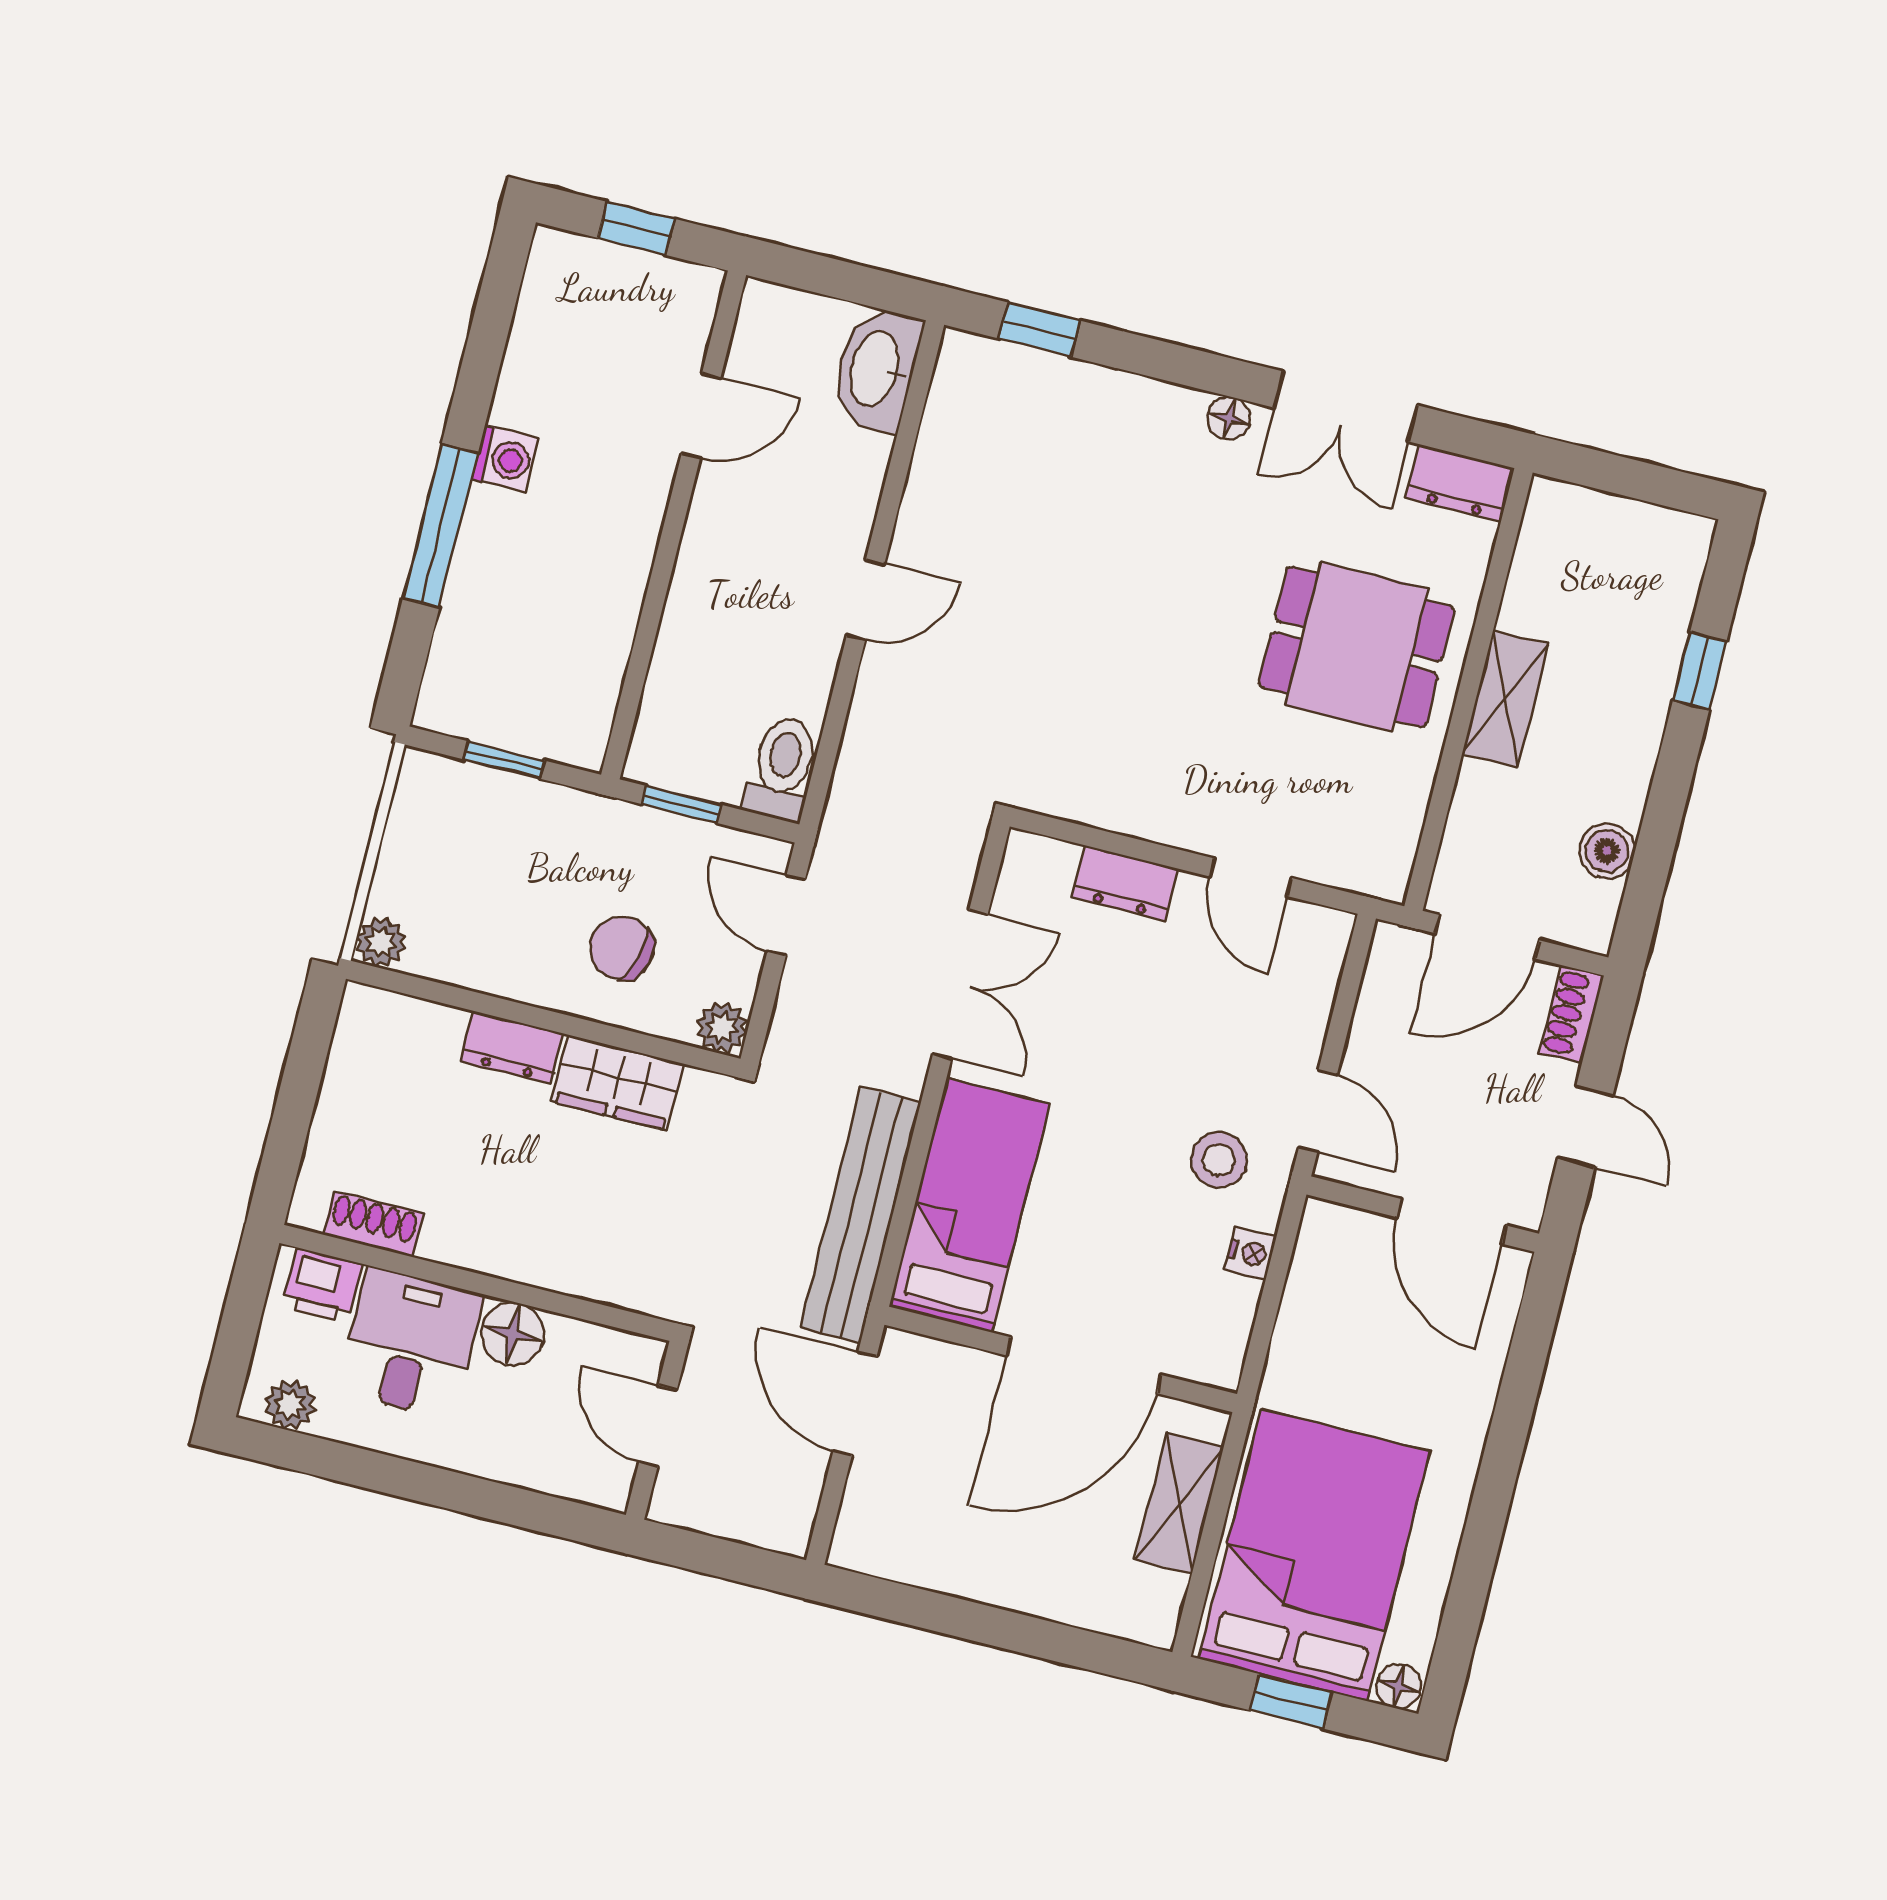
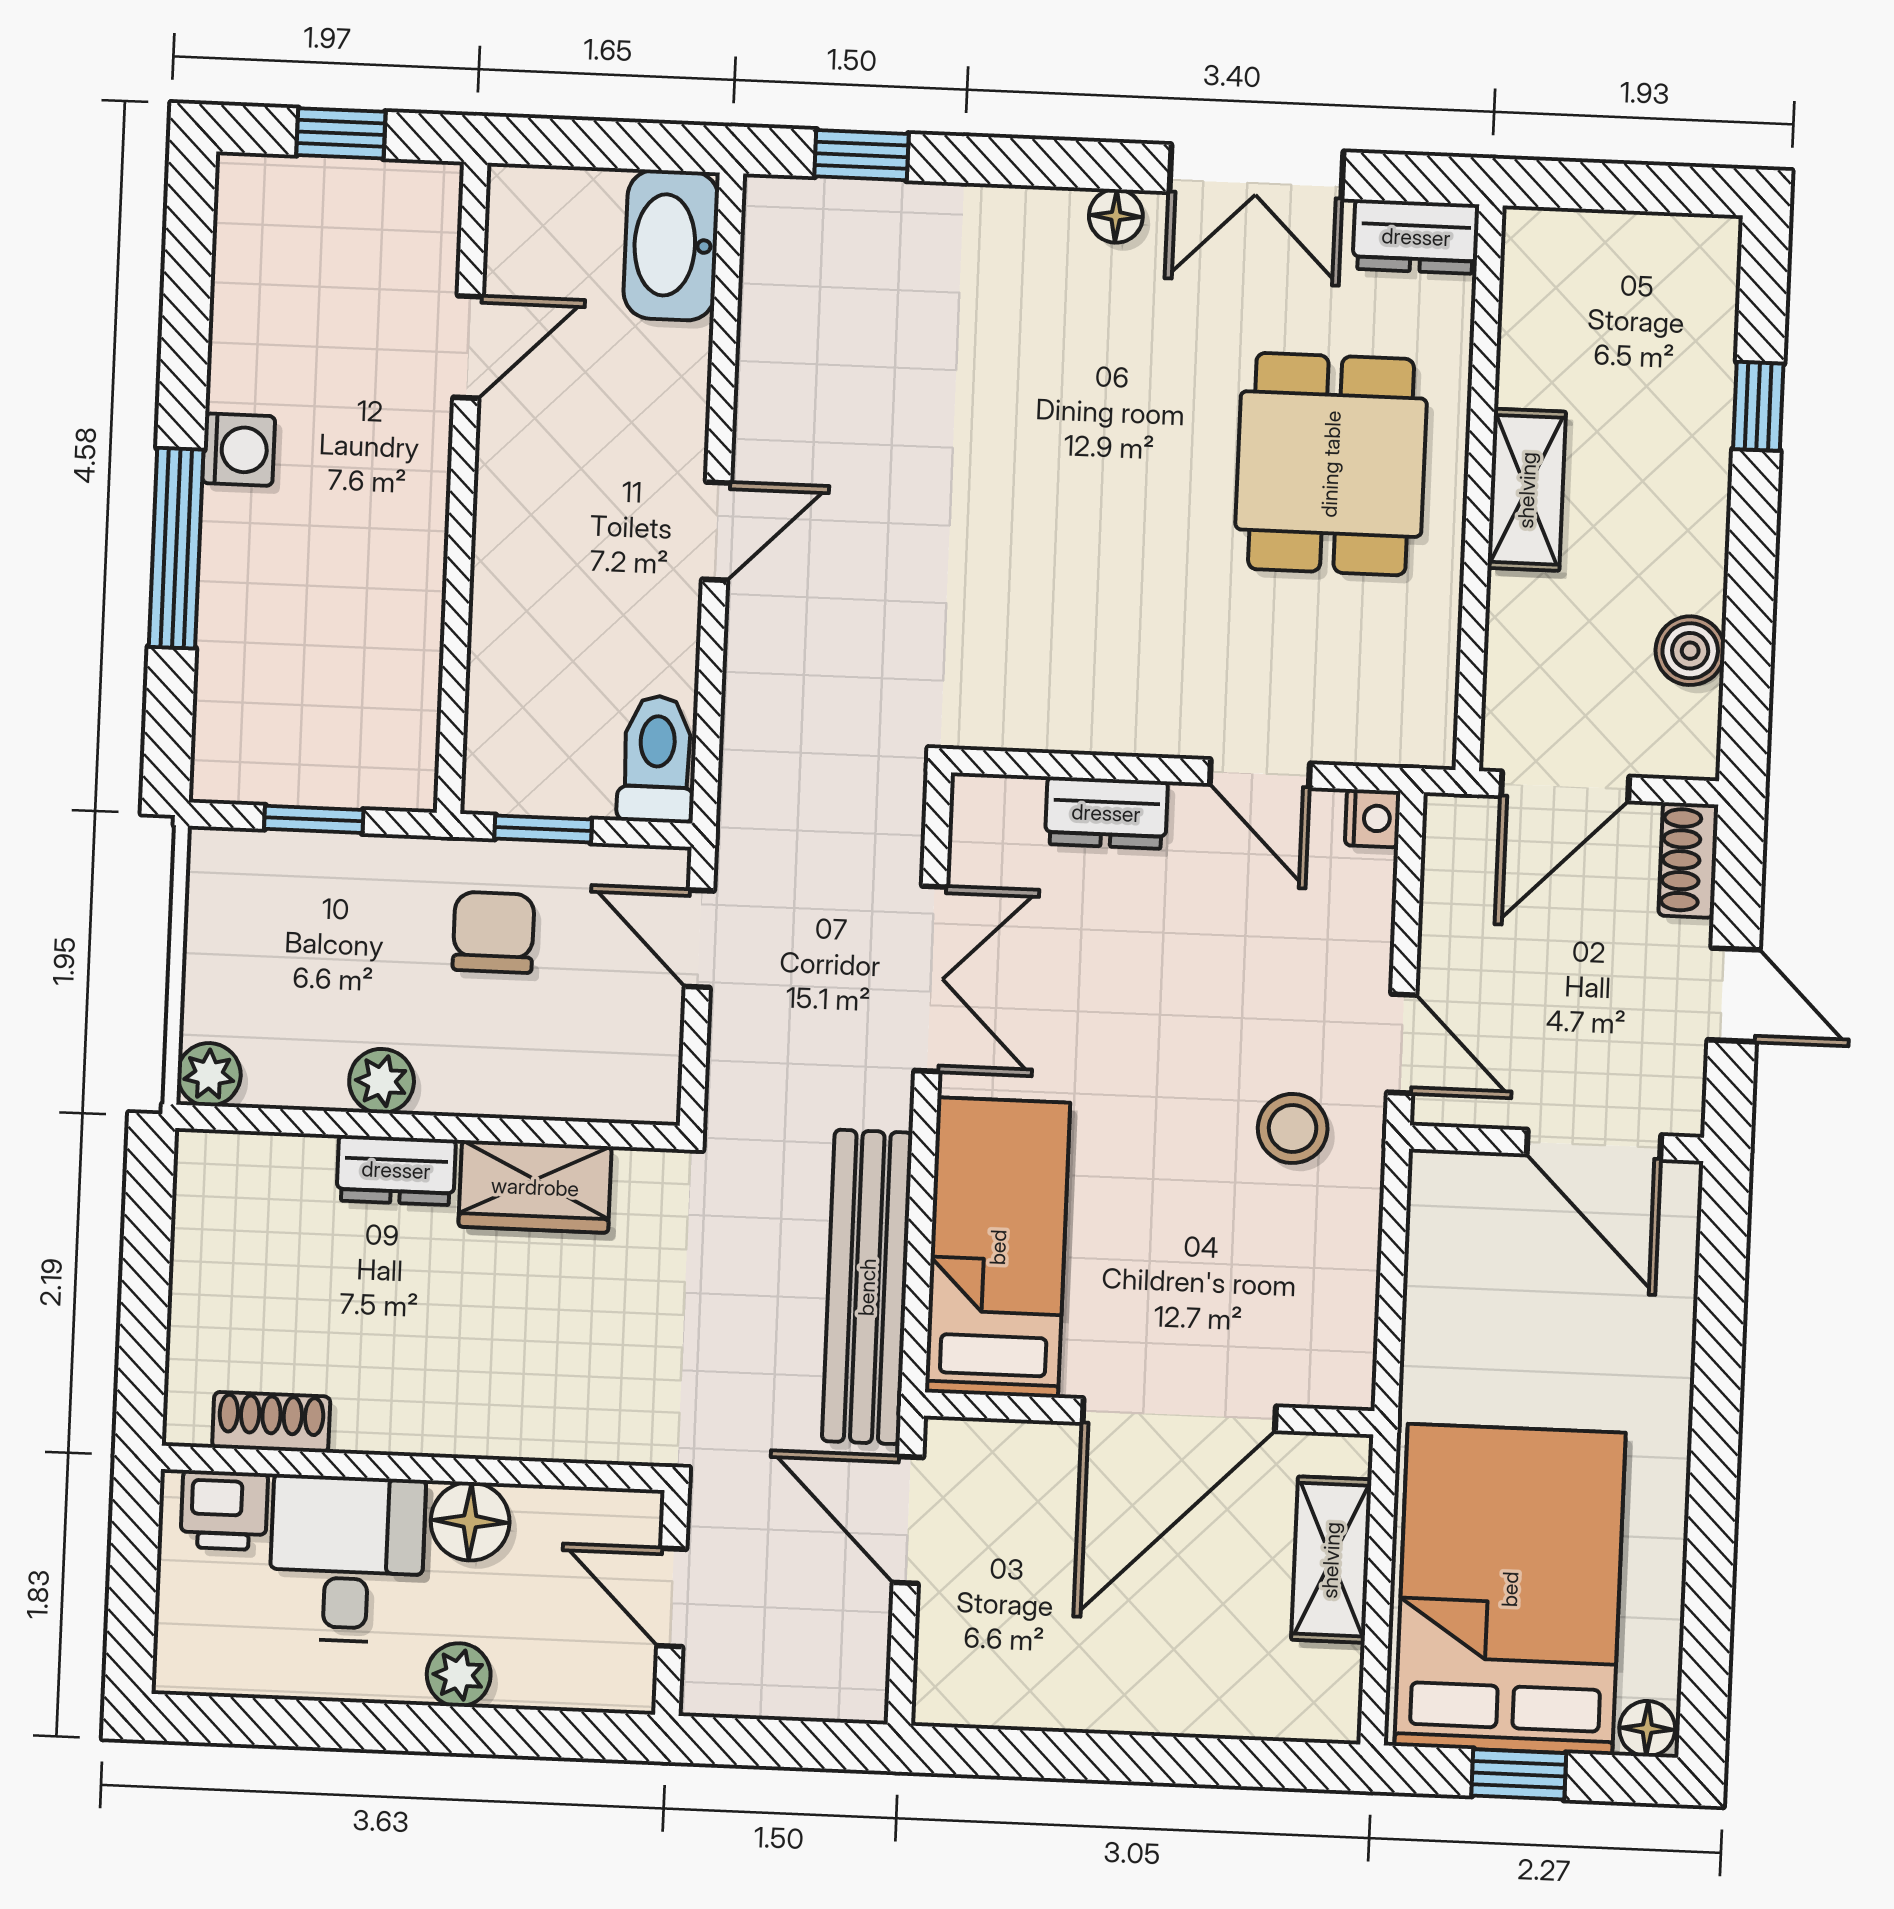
dining table: (1356, 647) -> (1331, 464), turned 90
chair: (622, 948) -> (494, 932), moved, turned 75
plant: (722, 1027) -> (382, 1081), moved
nightstand: (1251, 1253) -> (1373, 818), moved
plant: (290, 1405) -> (459, 1675), moved

